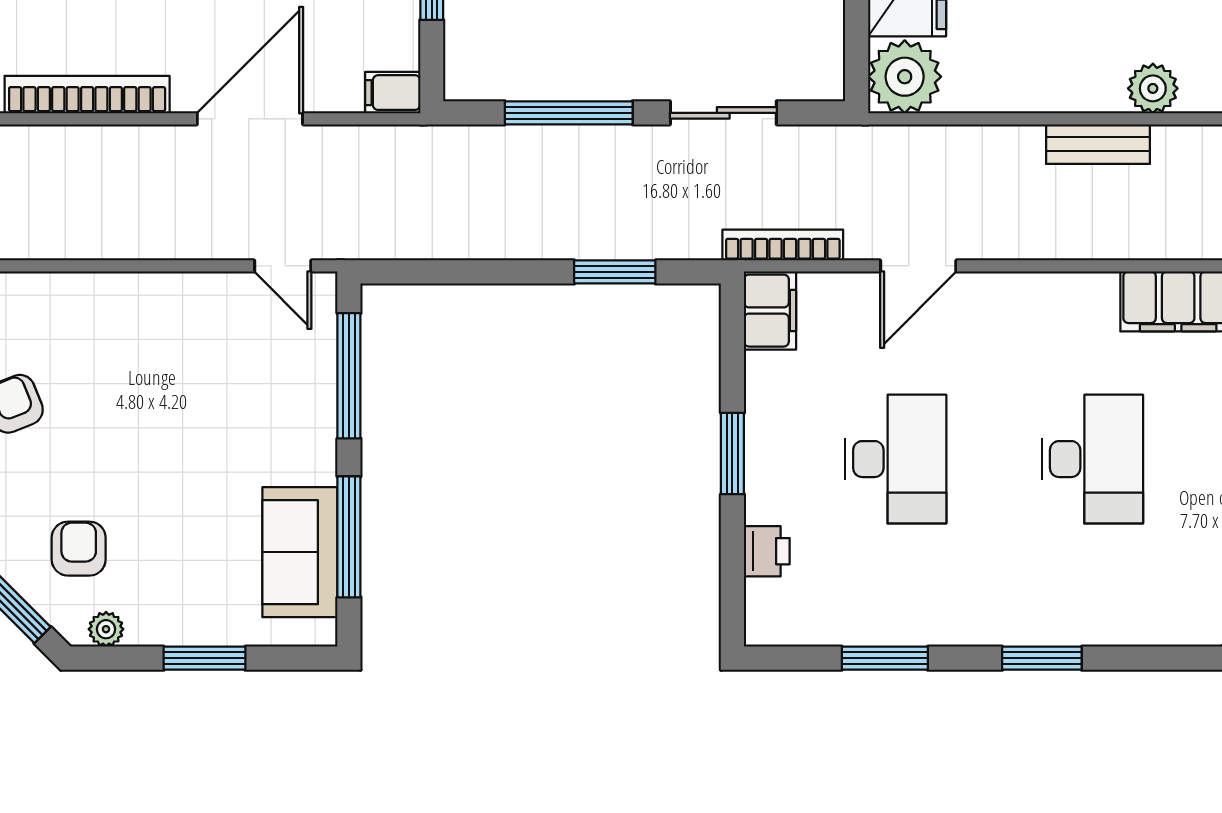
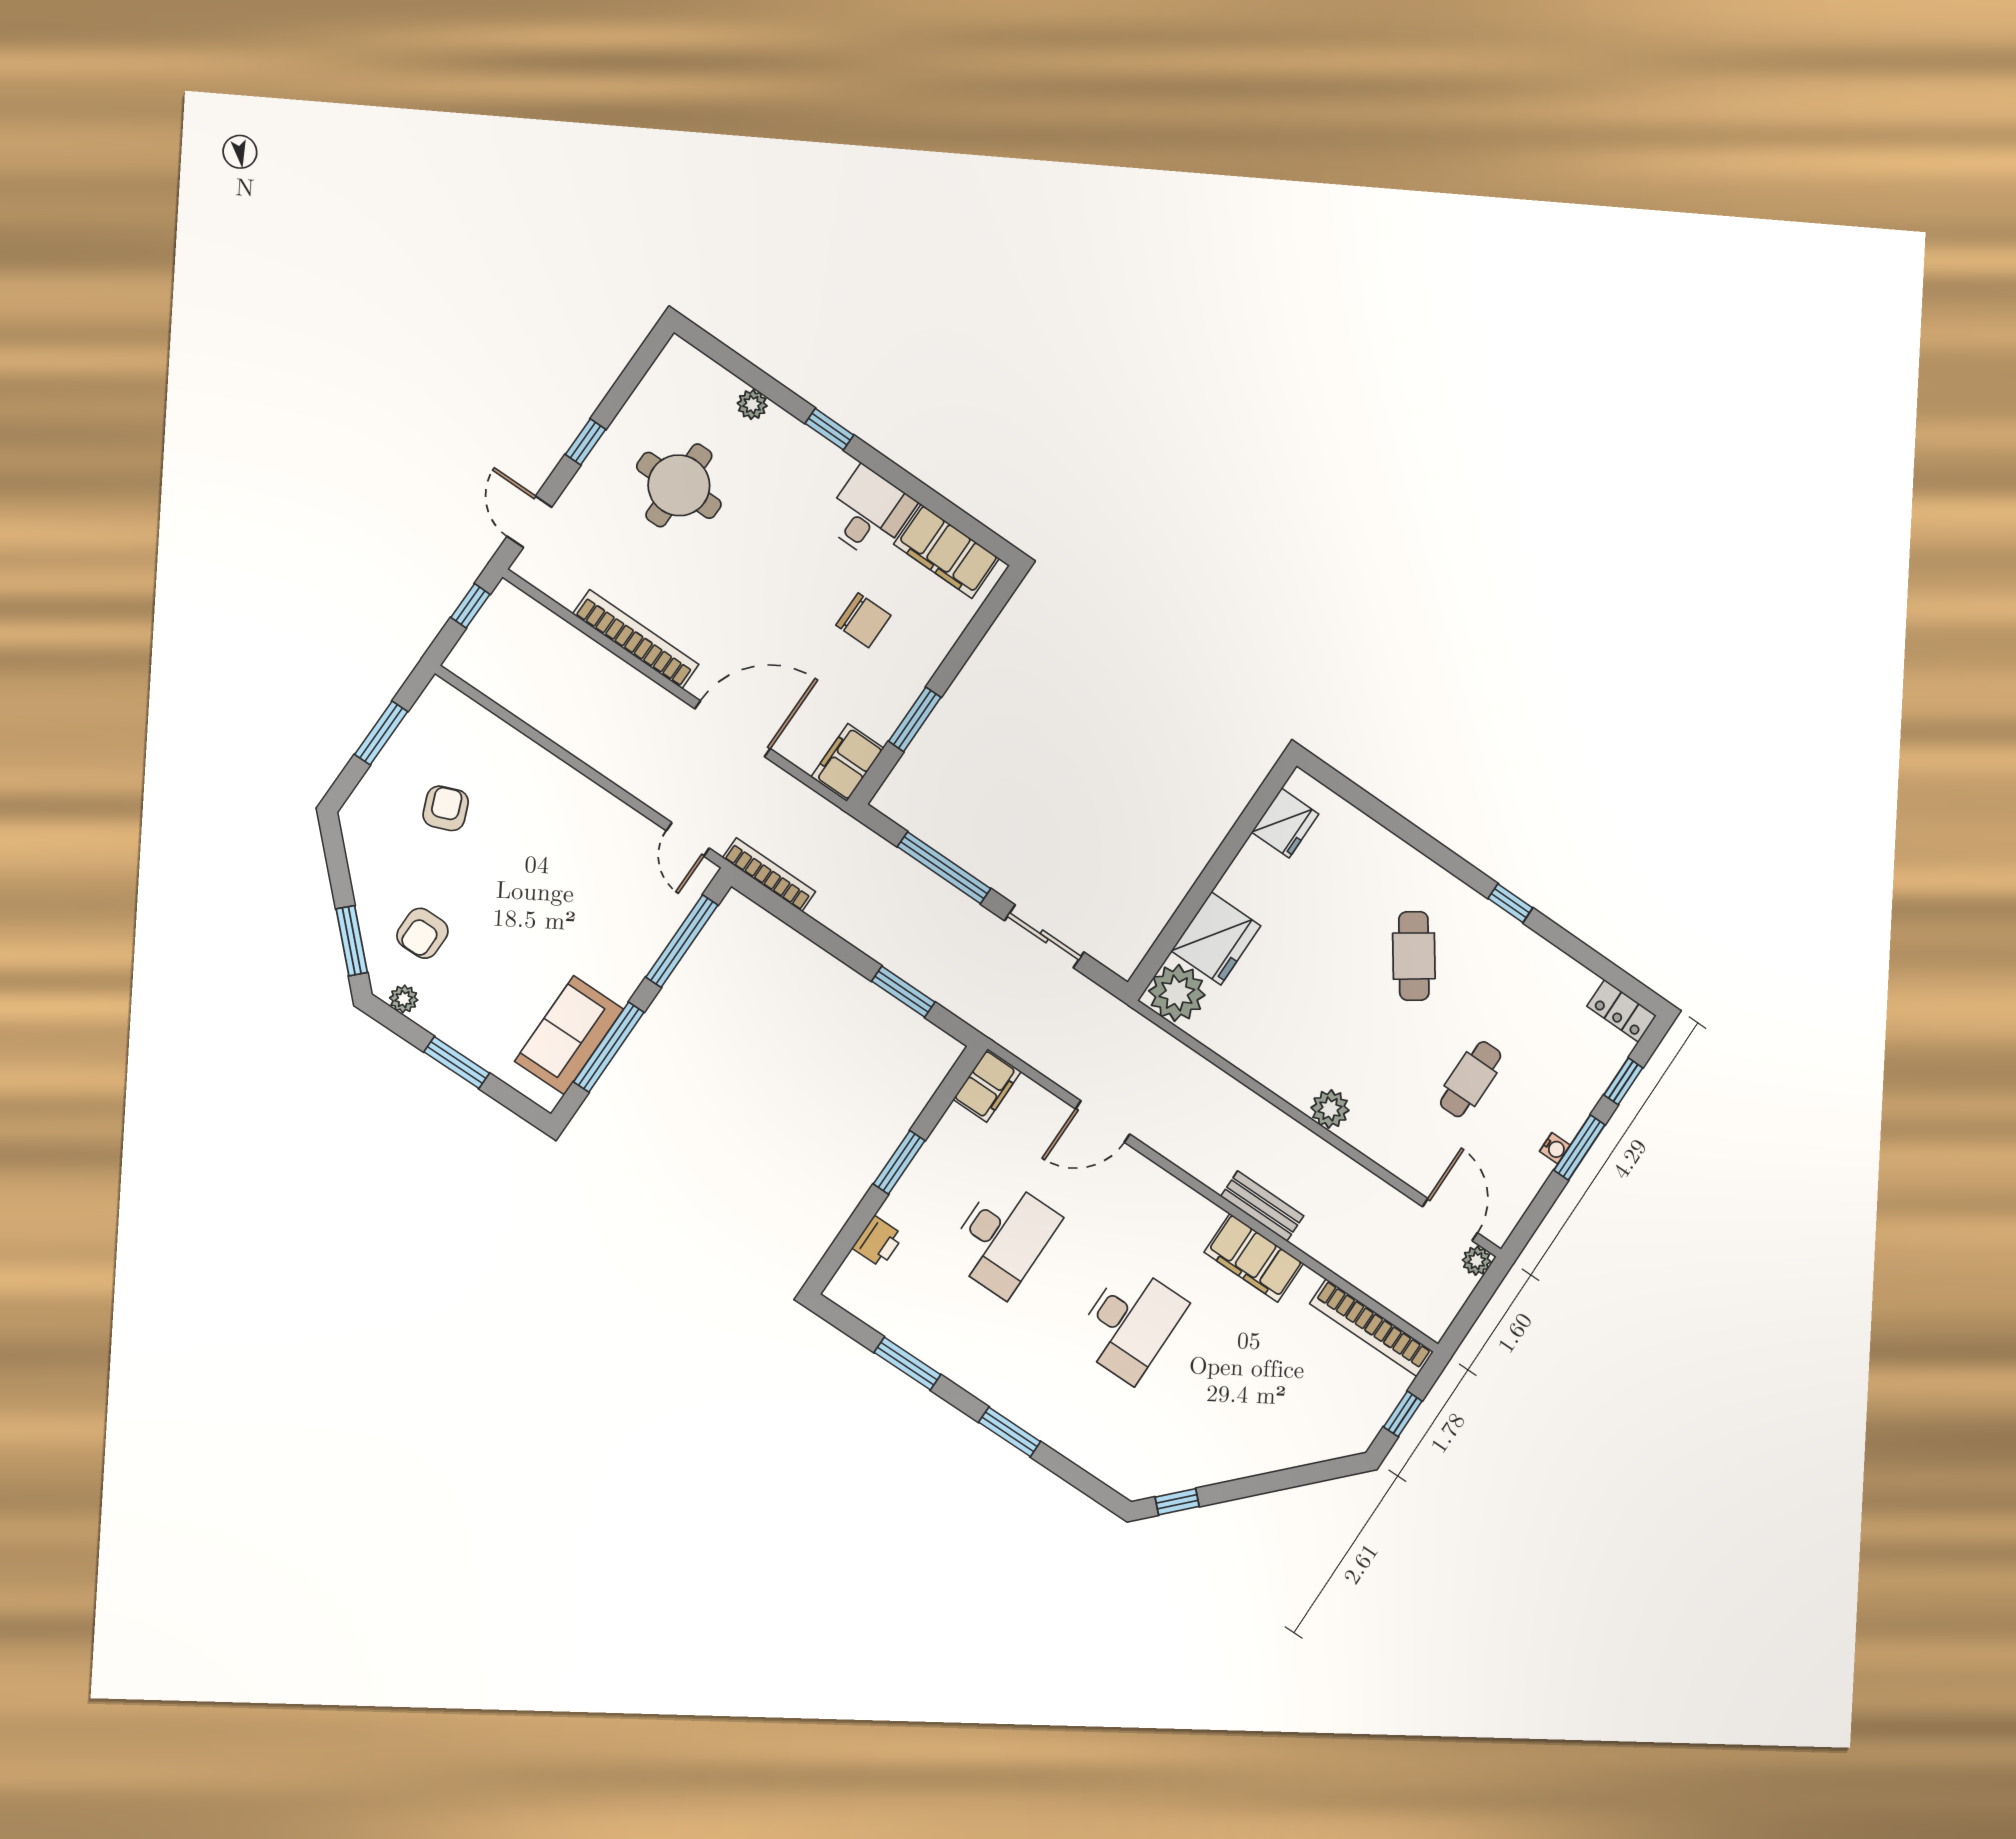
filing cabinet: (393, 93) -> (847, 762), width x2.00
bench: (1098, 144) -> (1262, 1206), moved
bookcase: (783, 245) -> (769, 875), moved
armchair: (79, 549) -> (422, 933), turned 180

